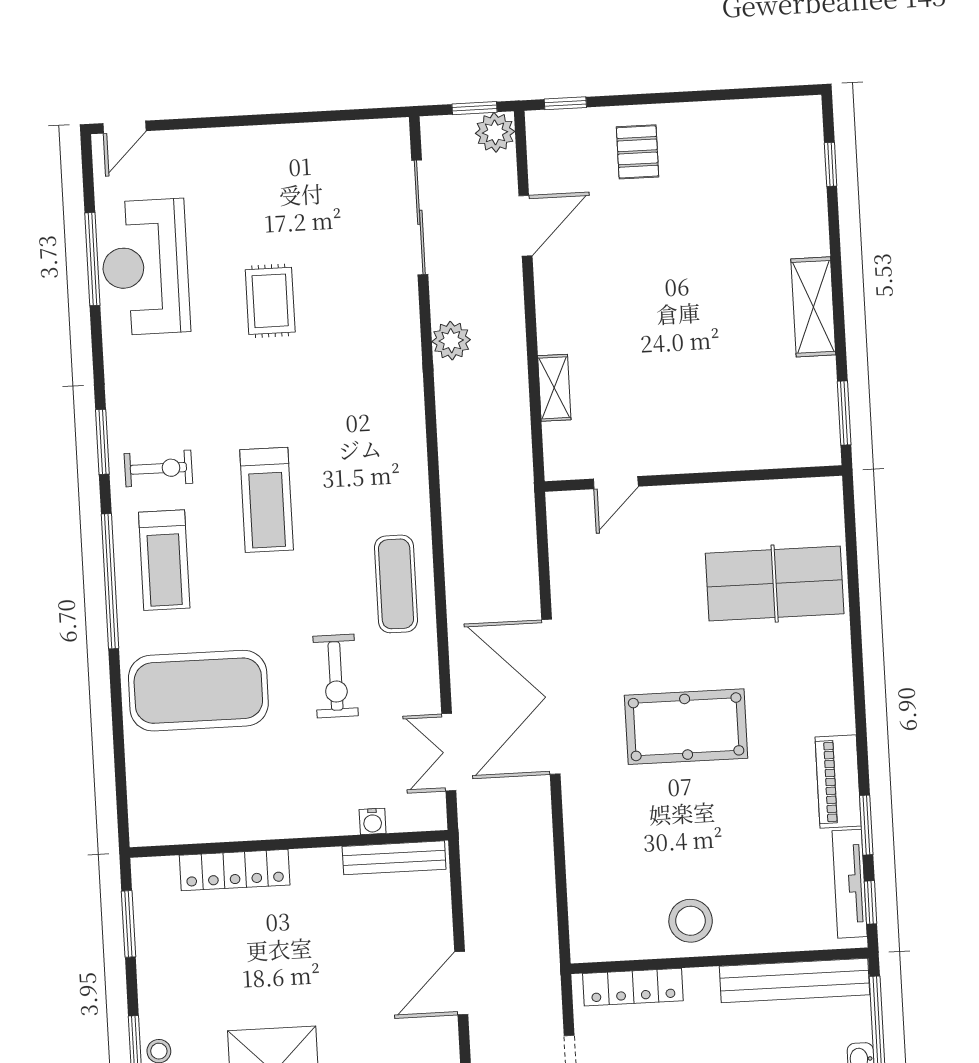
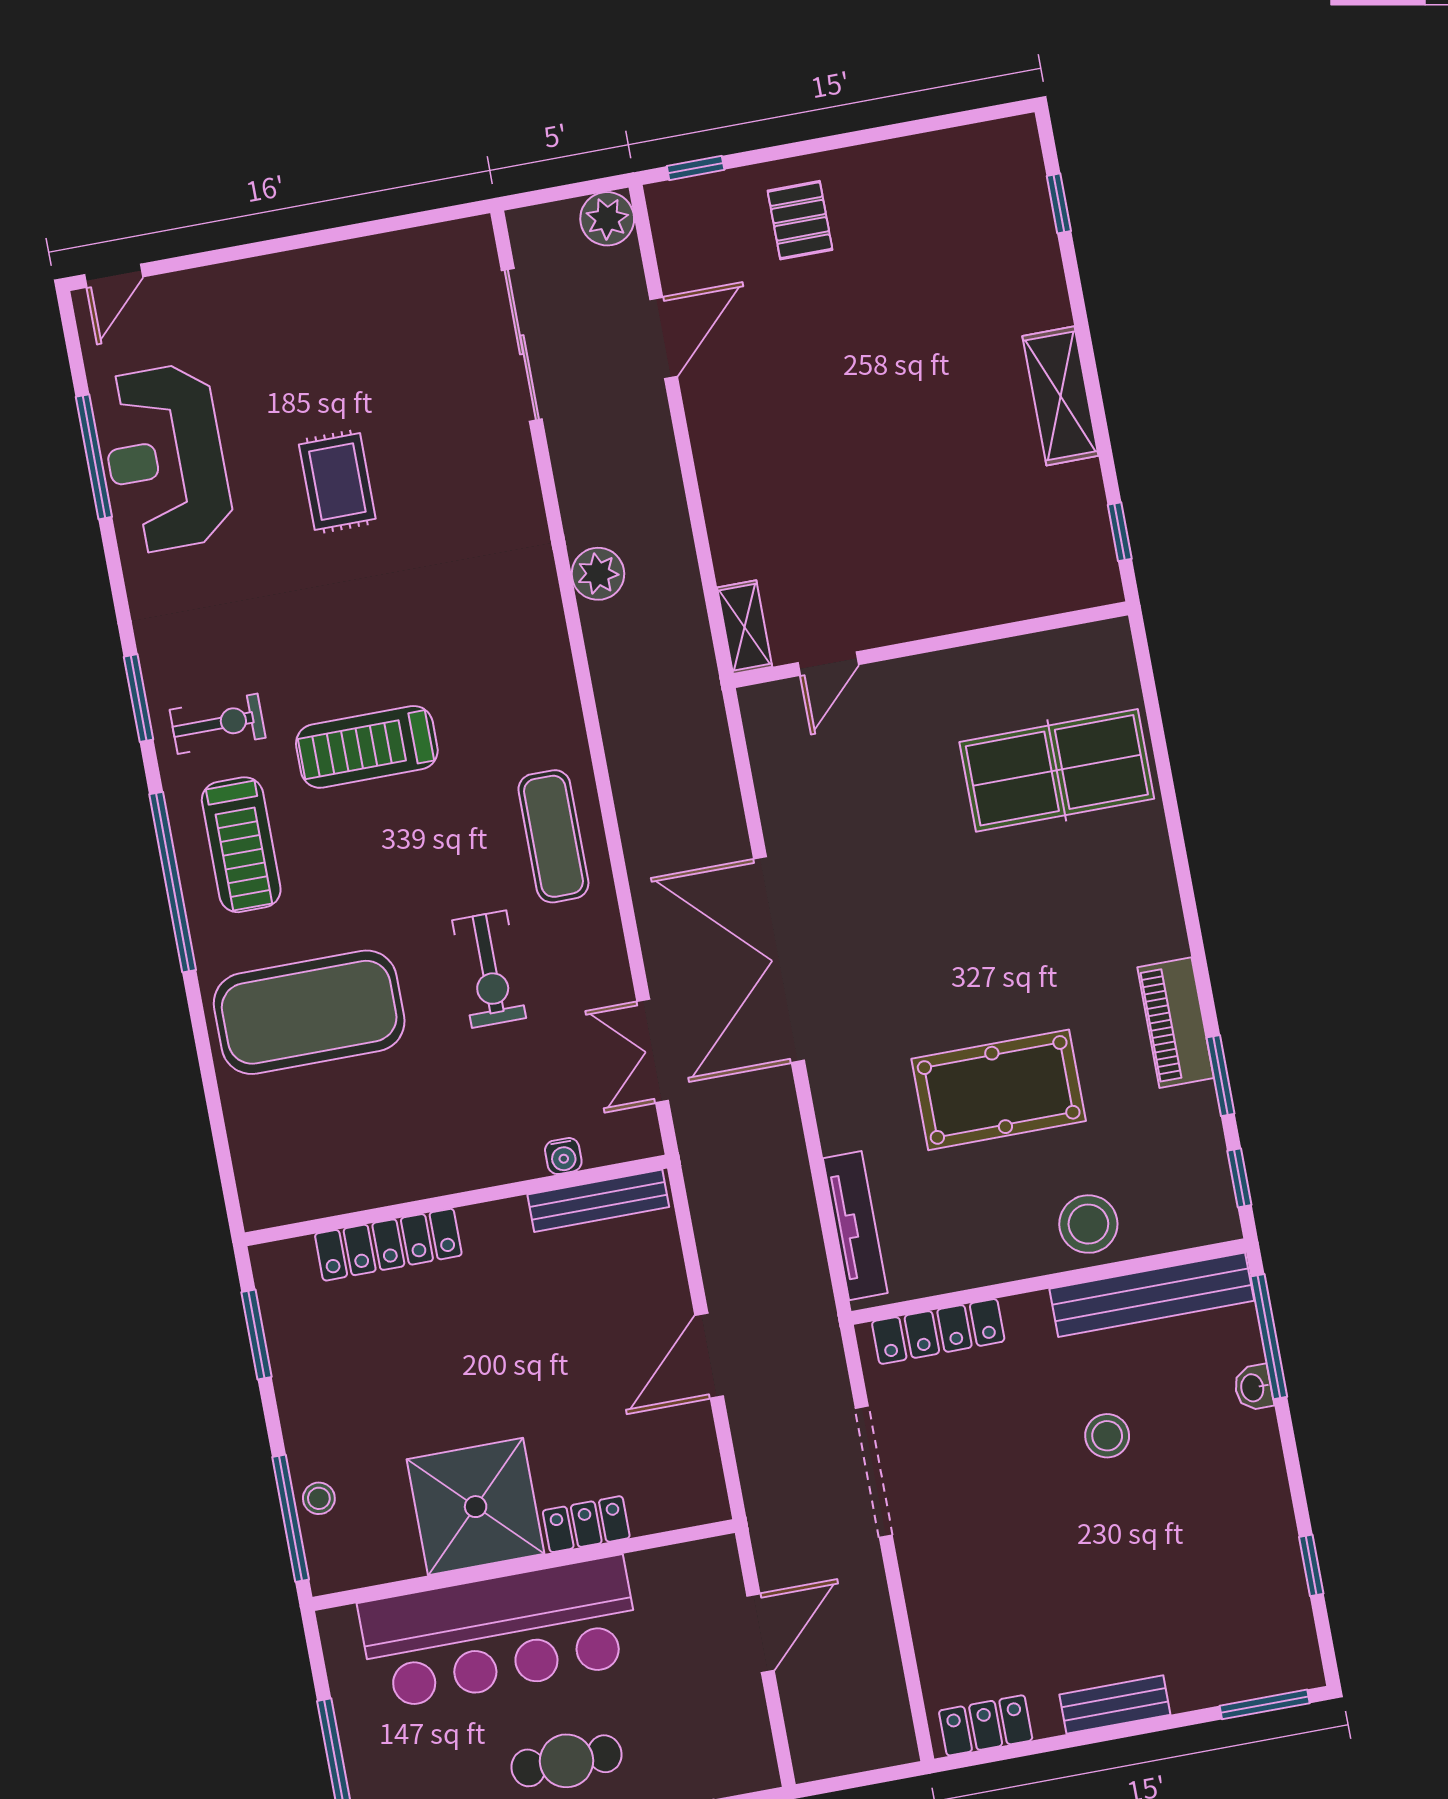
window: (474, 108) -> (576, 190), removed
plant: (451, 341) -> (598, 574), moved
shelving: (554, 388) -> (745, 627), moved
window: (844, 413) -> (1120, 532), width x0.67
treadmill: (267, 500) -> (367, 747), turned 90
pool table: (686, 727) -> (999, 1090), moved
tv unit: (850, 884) -> (855, 1226), moved, turned 180
stool: (691, 921) -> (1088, 1224), moved

